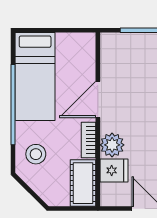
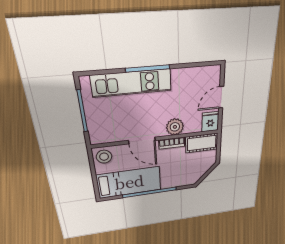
stool: (36, 154) -> (104, 157), moved
fridge: (114, 170) -> (210, 122), moved

